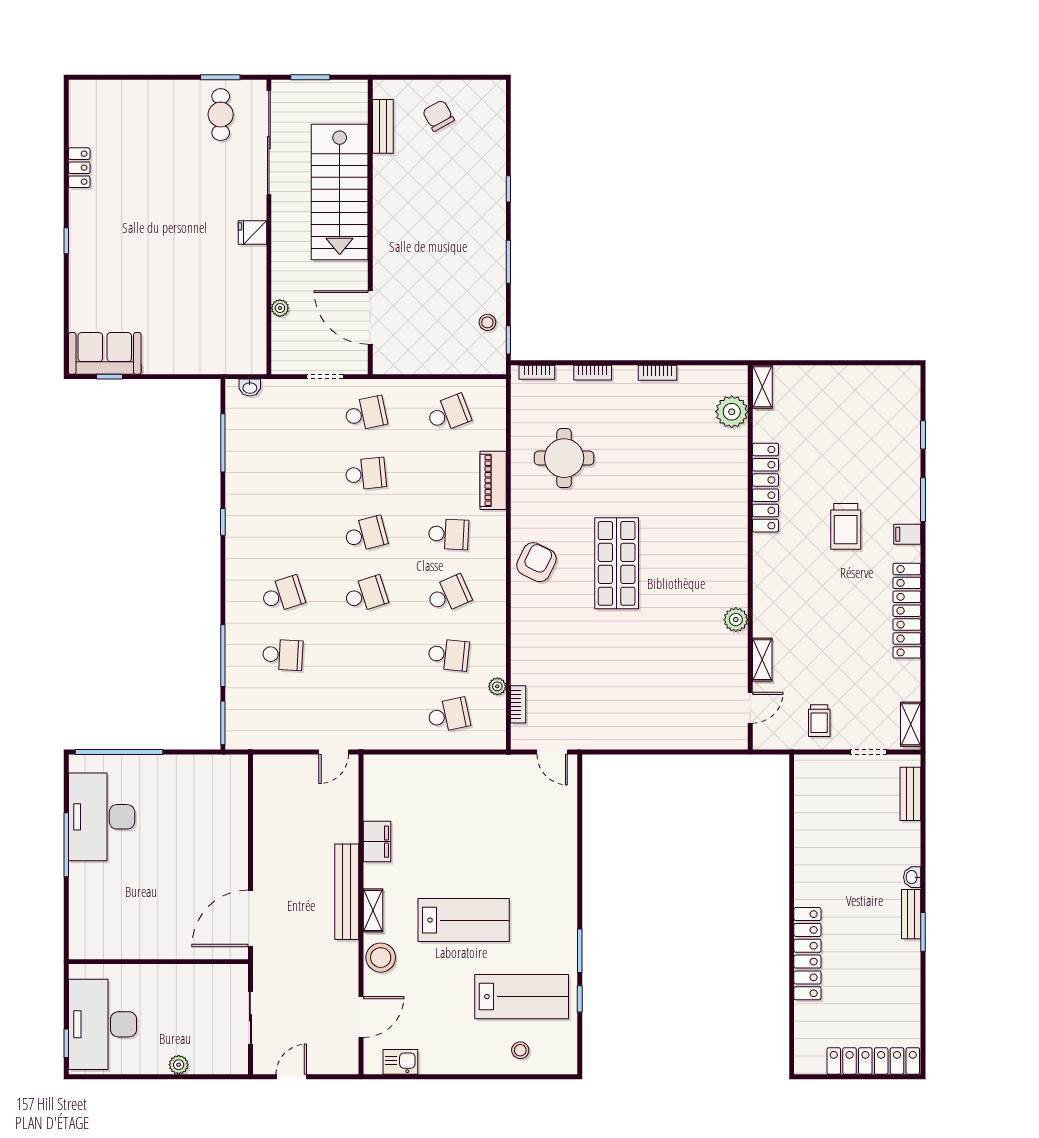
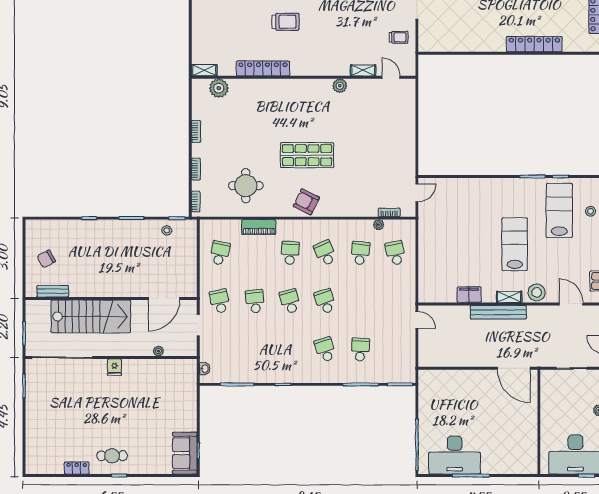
cafe table: (221, 115) -> (112, 456), moved
school desk: (449, 413) -> (220, 253), turned 33

